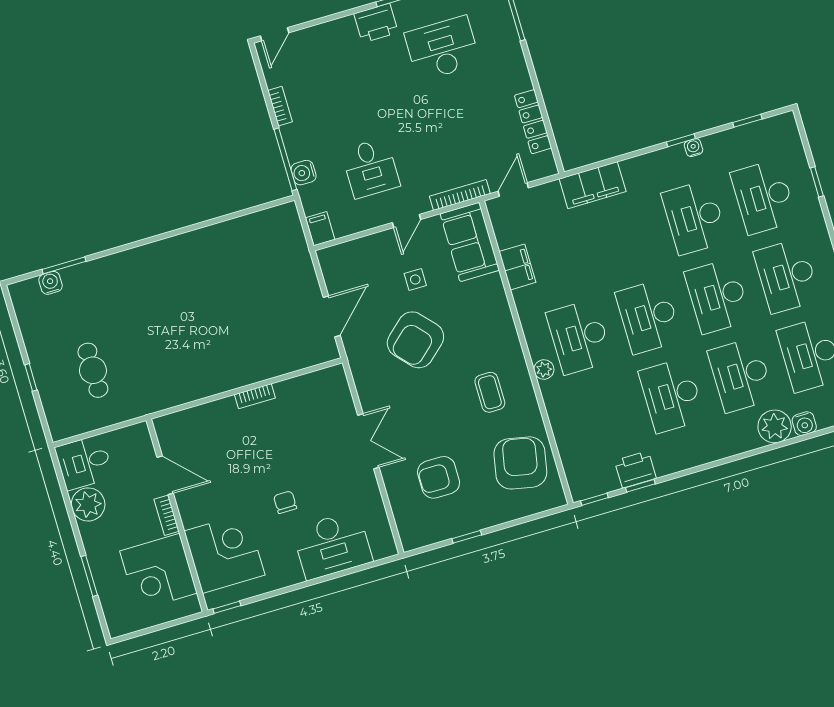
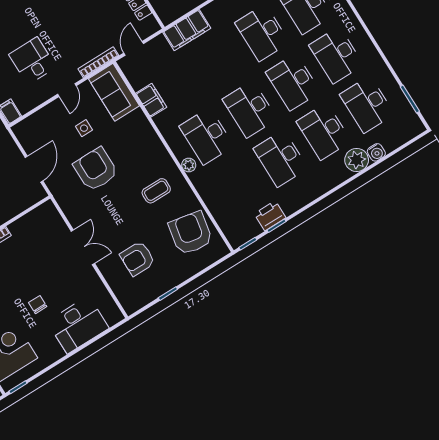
desk: (371, 168) -> (32, 61), turned 180
armchair: (415, 340) -> (96, 169), turned 132
coffee table: (490, 392) -> (156, 191), turned 90

